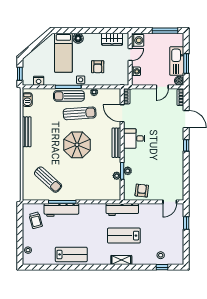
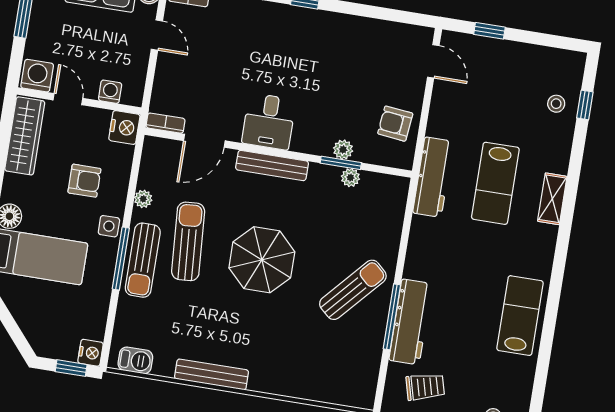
wardrobe: (112, 39) -> (25, 136), width x1.50
nightstand: (122, 80) -> (124, 127), added
nightstand: (39, 81) -> (90, 353), moved
sun lounger: (48, 180) -> (353, 290), moved

